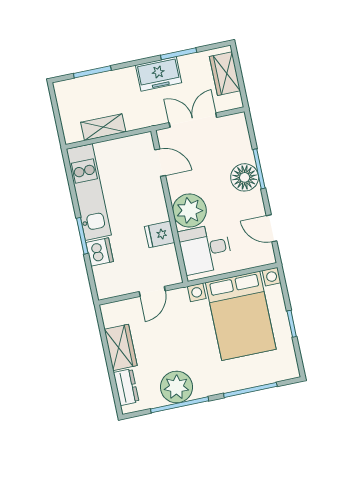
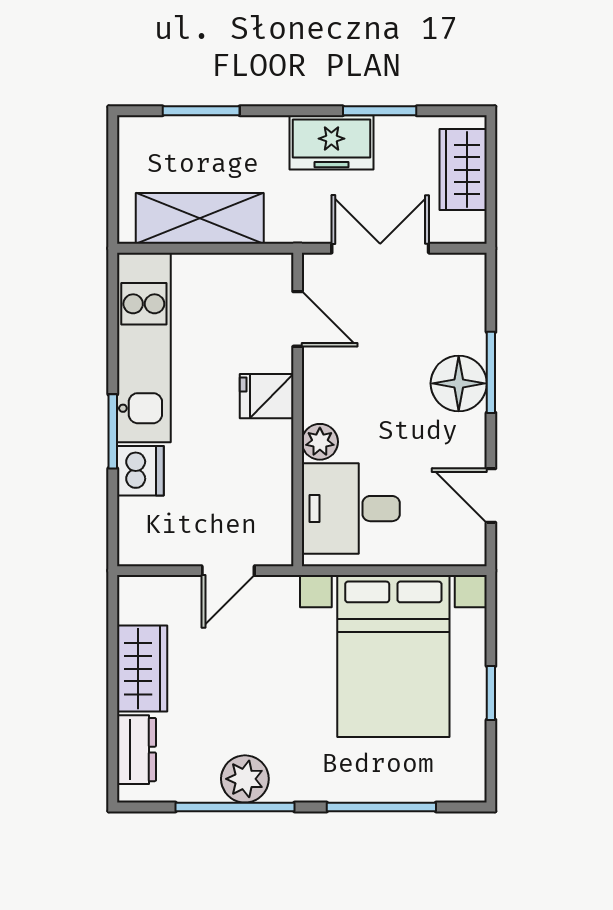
shelving: (103, 127) -> (200, 218), width x1.50, depth x1.33
plant: (189, 211) -> (320, 442), width x0.53, depth x0.53
fridge: (160, 234) -> (267, 396), moved
plant: (176, 387) -> (245, 779), width x0.73, depth x0.73

